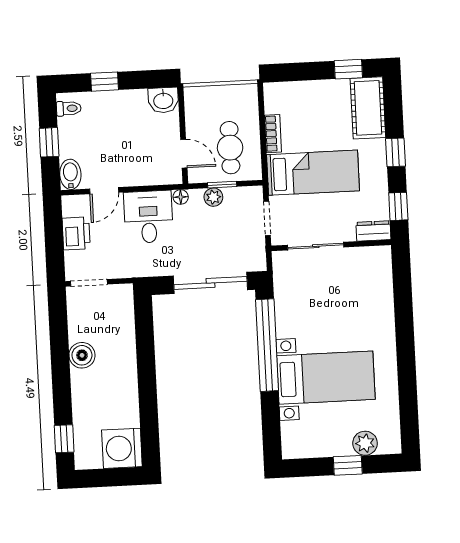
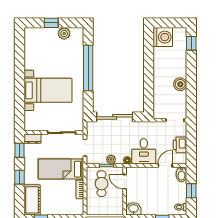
window: (267, 345) -> (88, 68), moved
bed with nightstands: (326, 378) -> (48, 90), moved, turned 180
plant: (365, 443) -> (64, 34), moved

